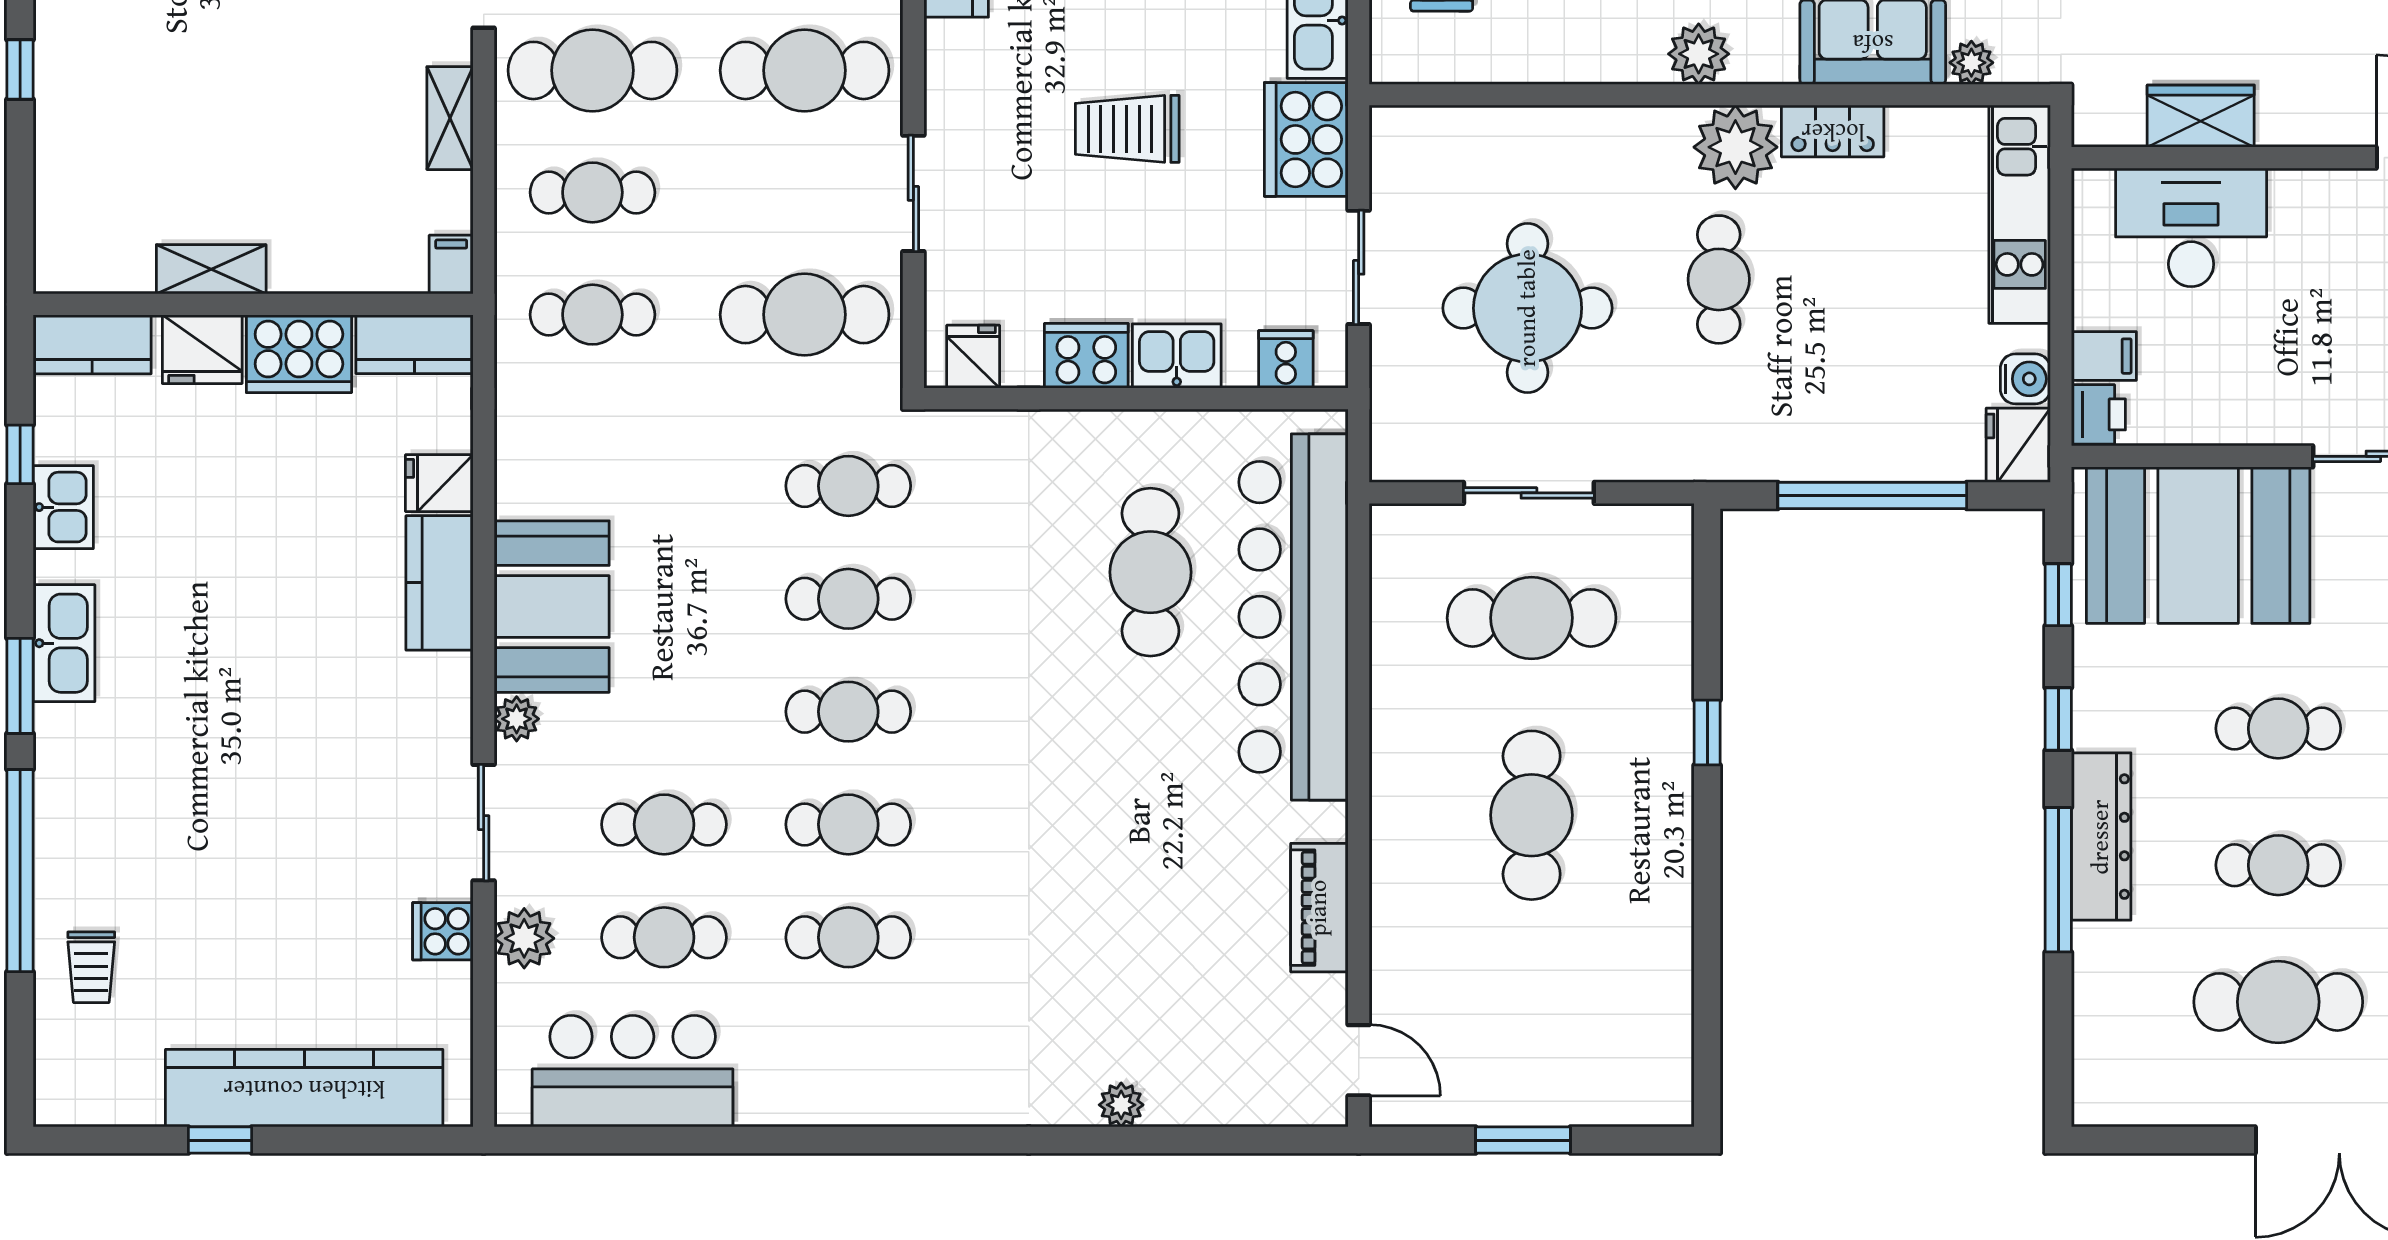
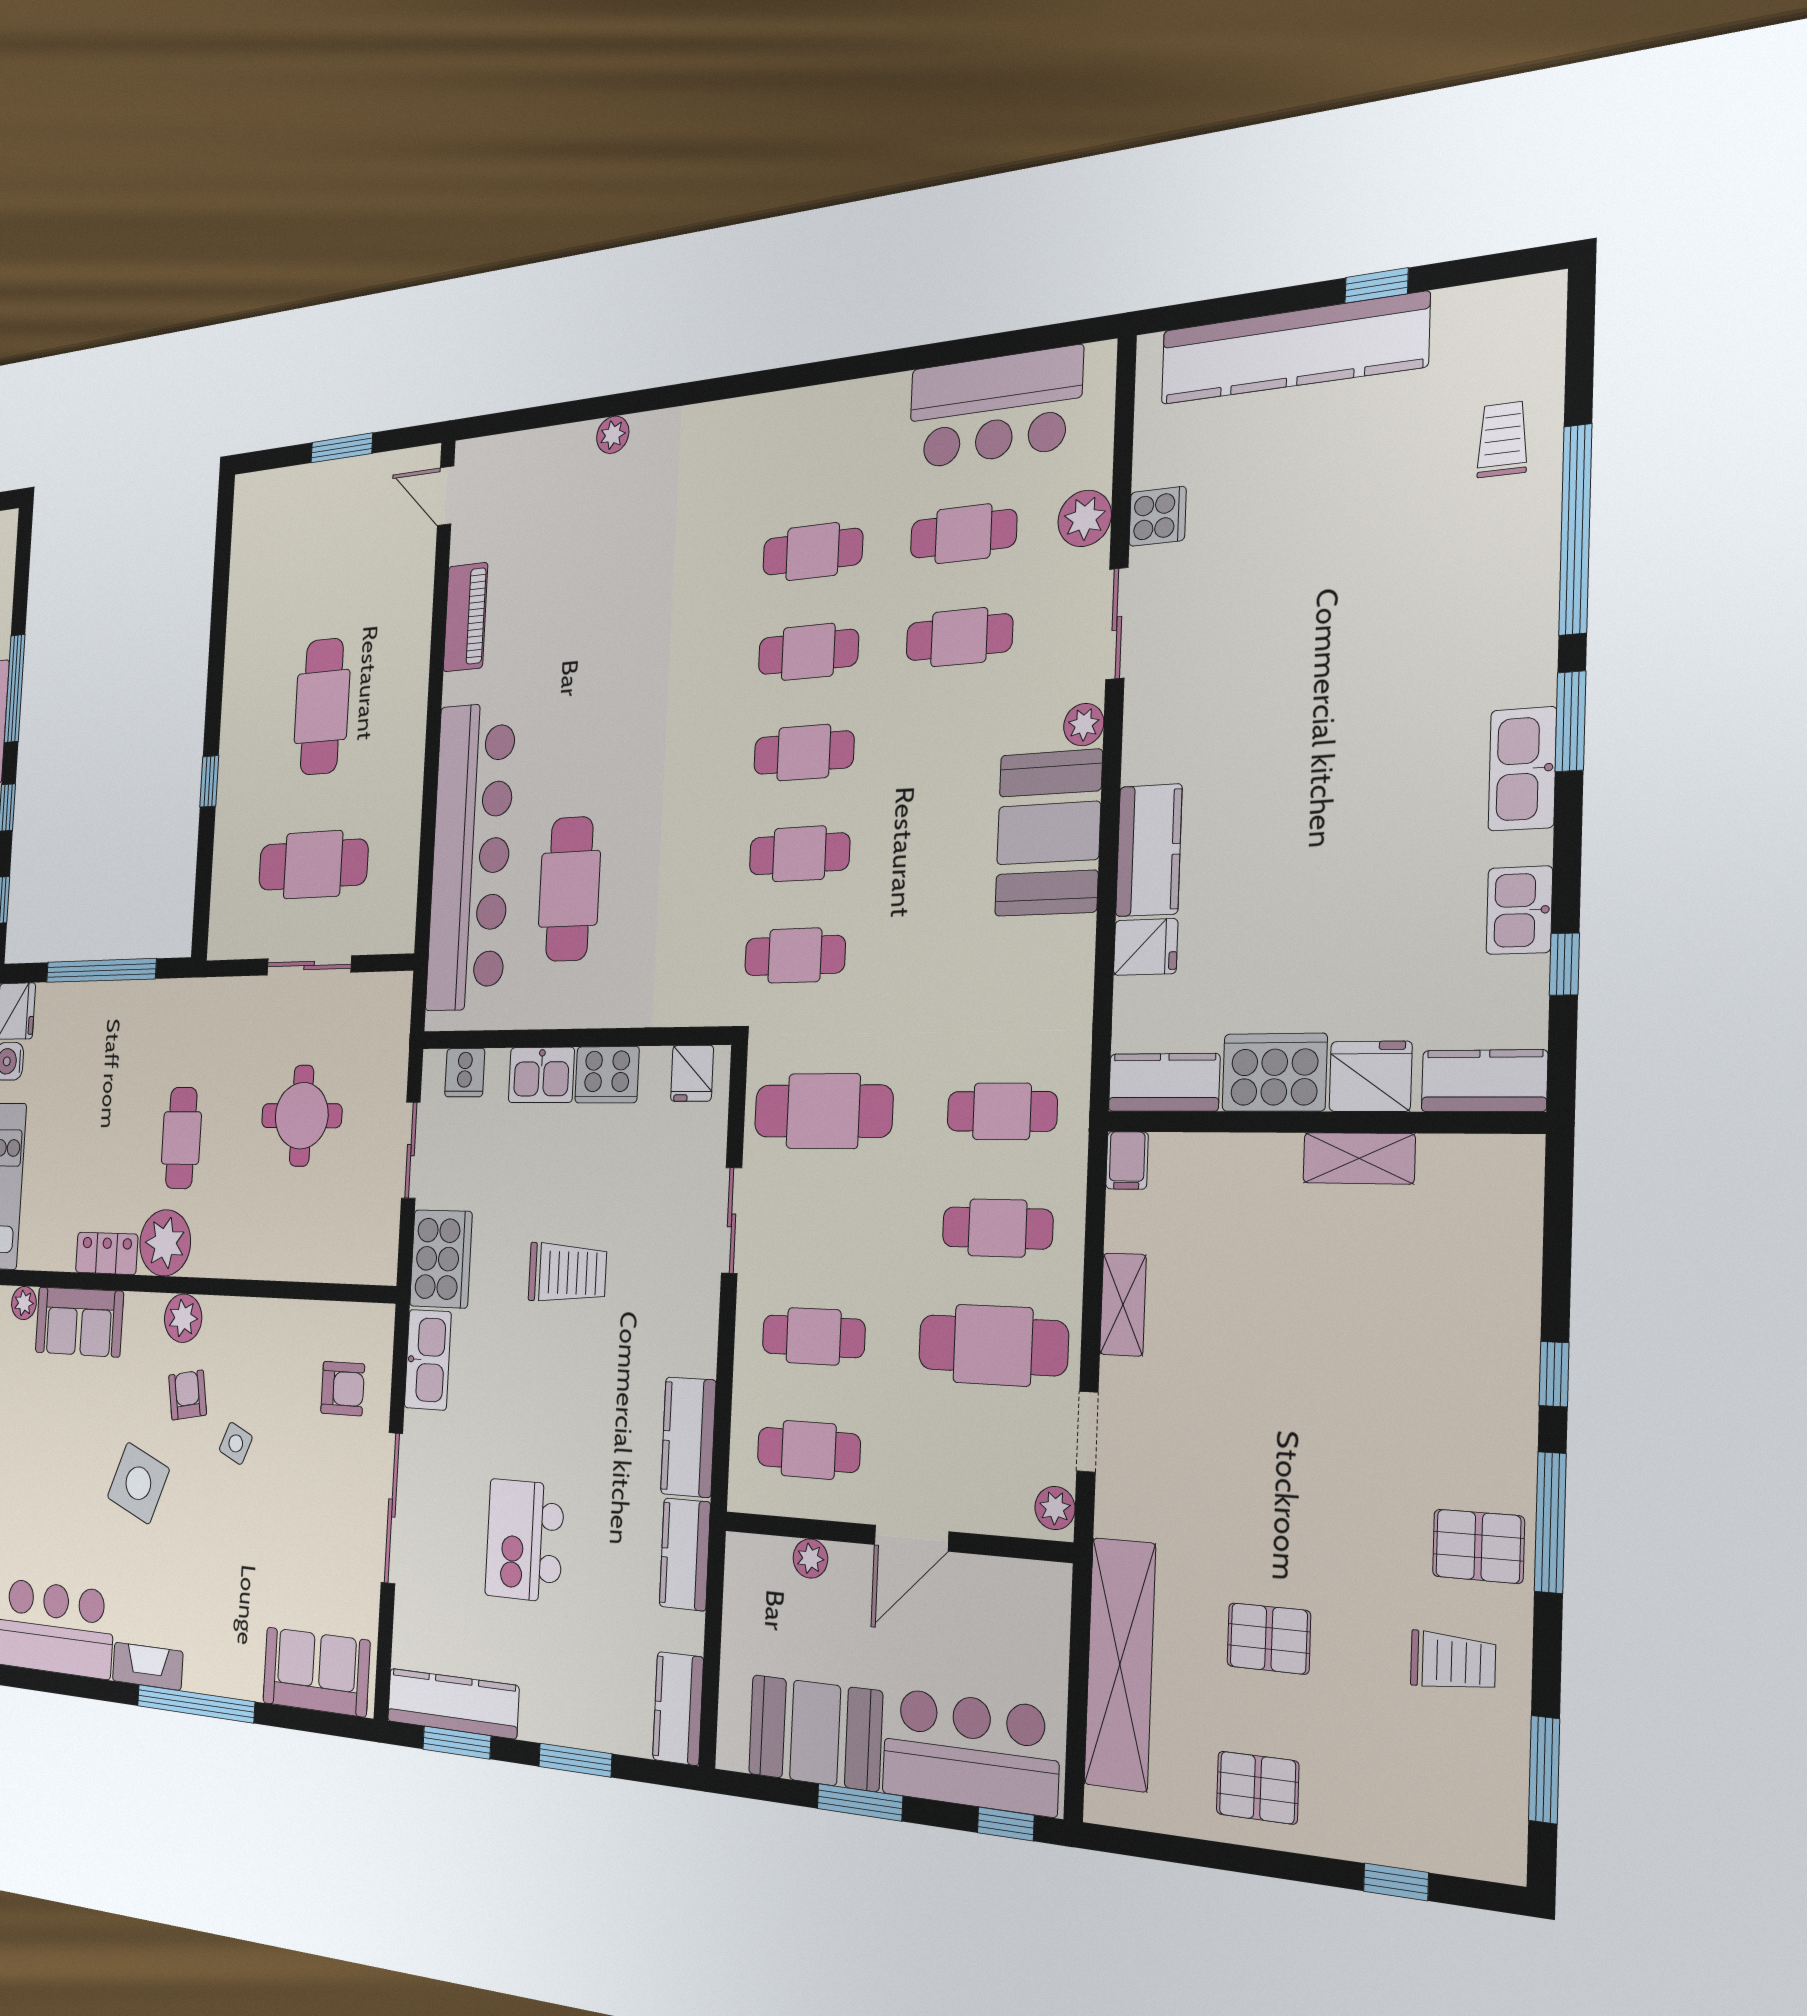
cafe table: (805, 70) -> (814, 1336), width x0.73, depth x0.74
round table: (1528, 308) -> (302, 1116), width x0.73, depth x0.73

